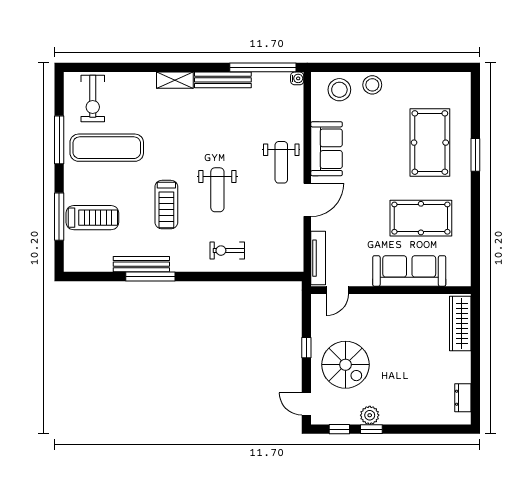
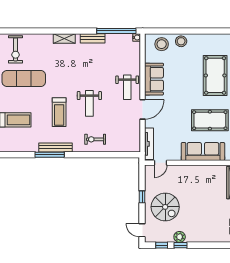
bench: (223, 80) -> (93, 38), width x0.73
bench: (141, 264) -> (55, 147), moved

